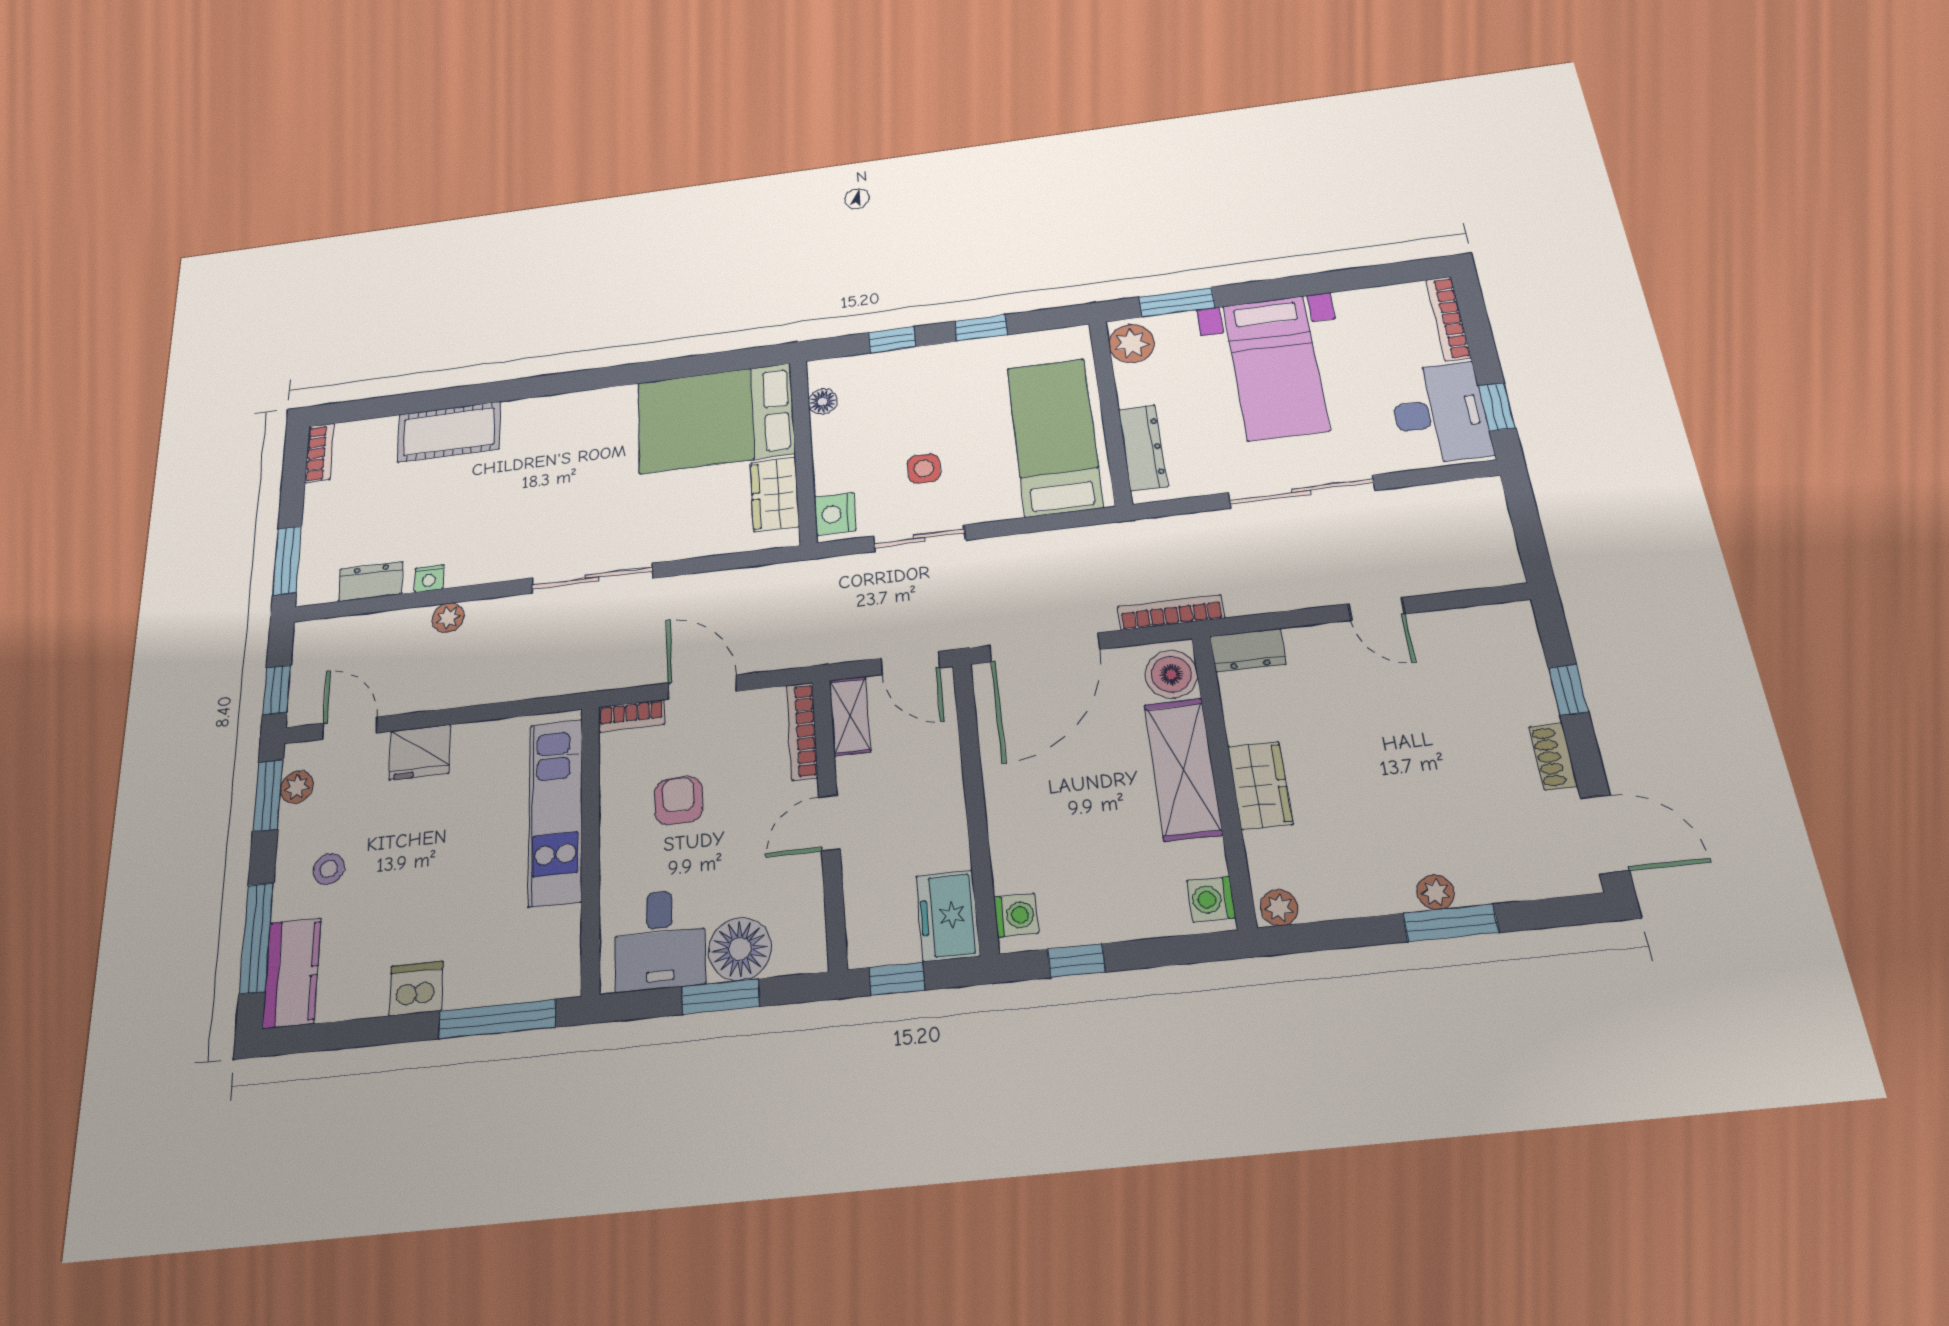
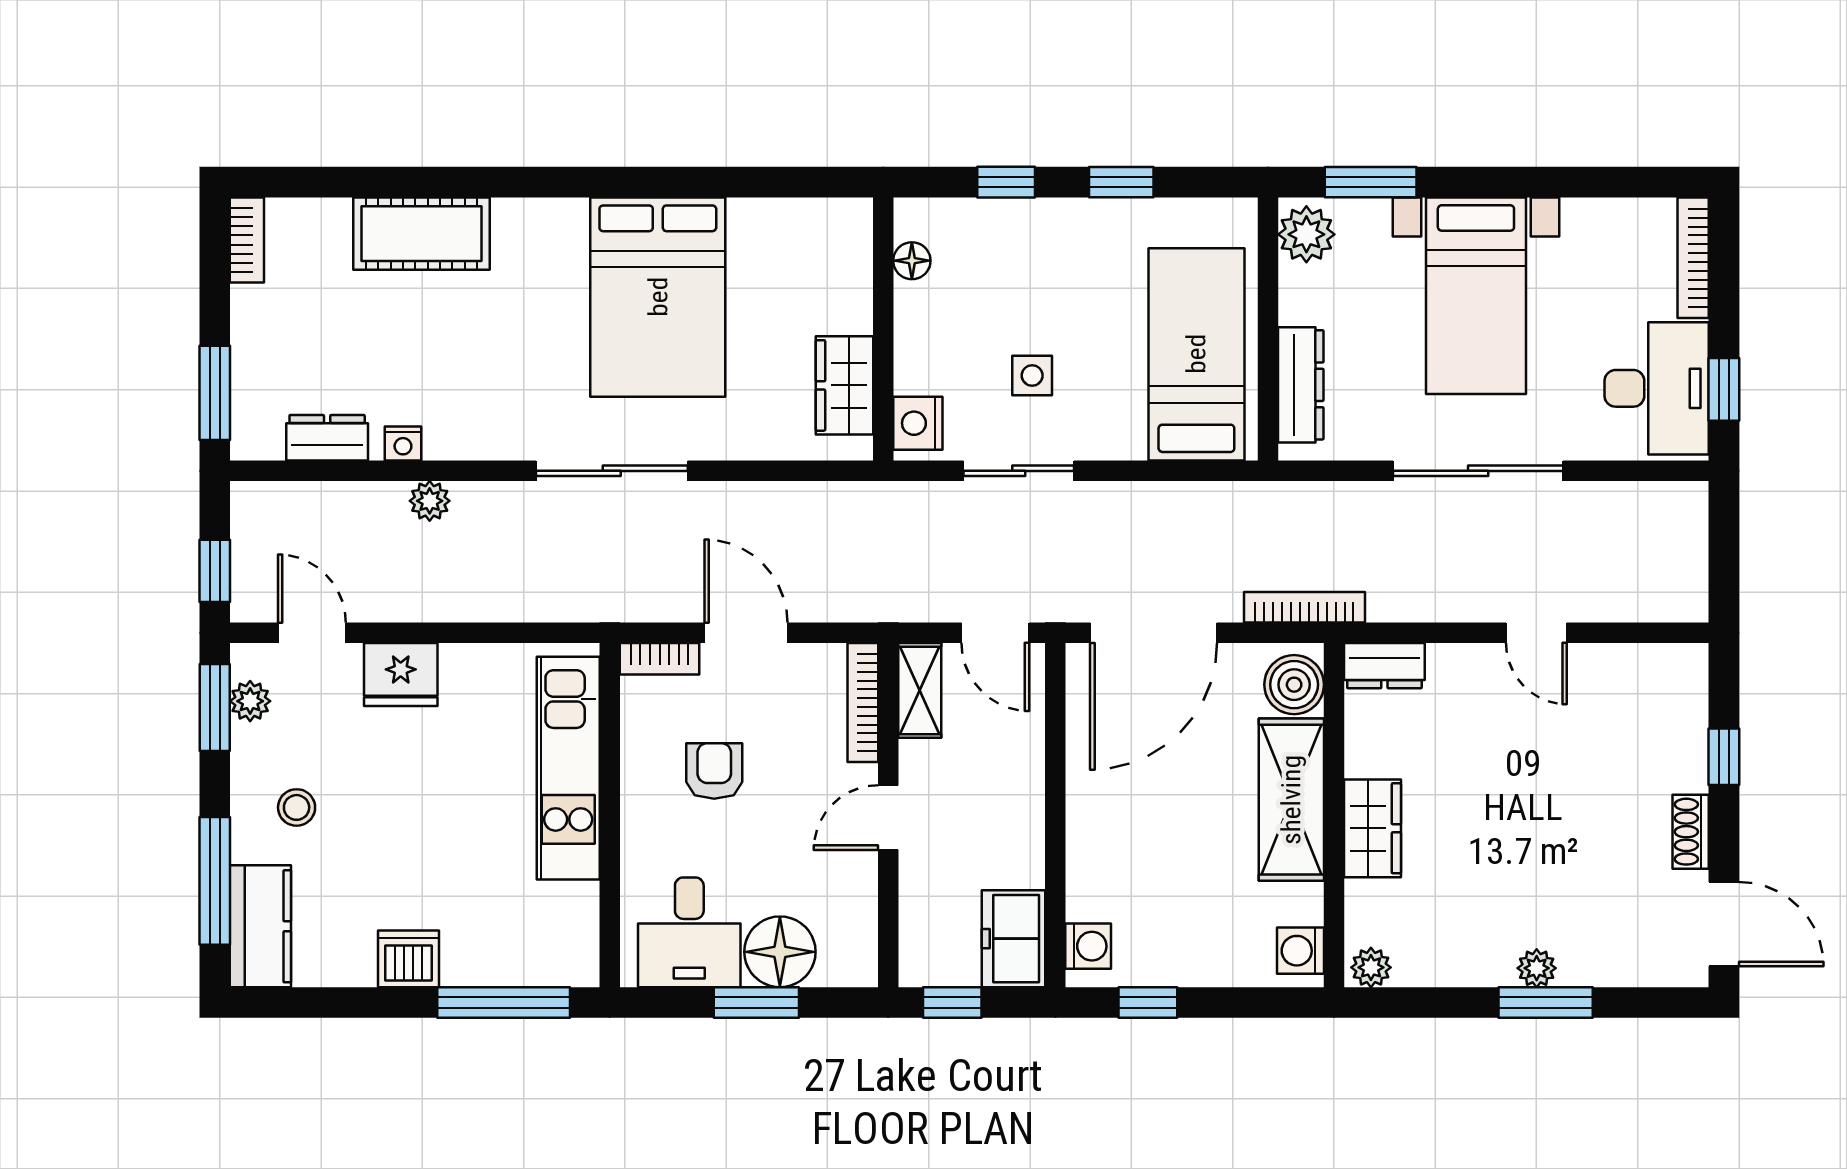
bed: (716, 418) -> (658, 297), moved, turned -90

